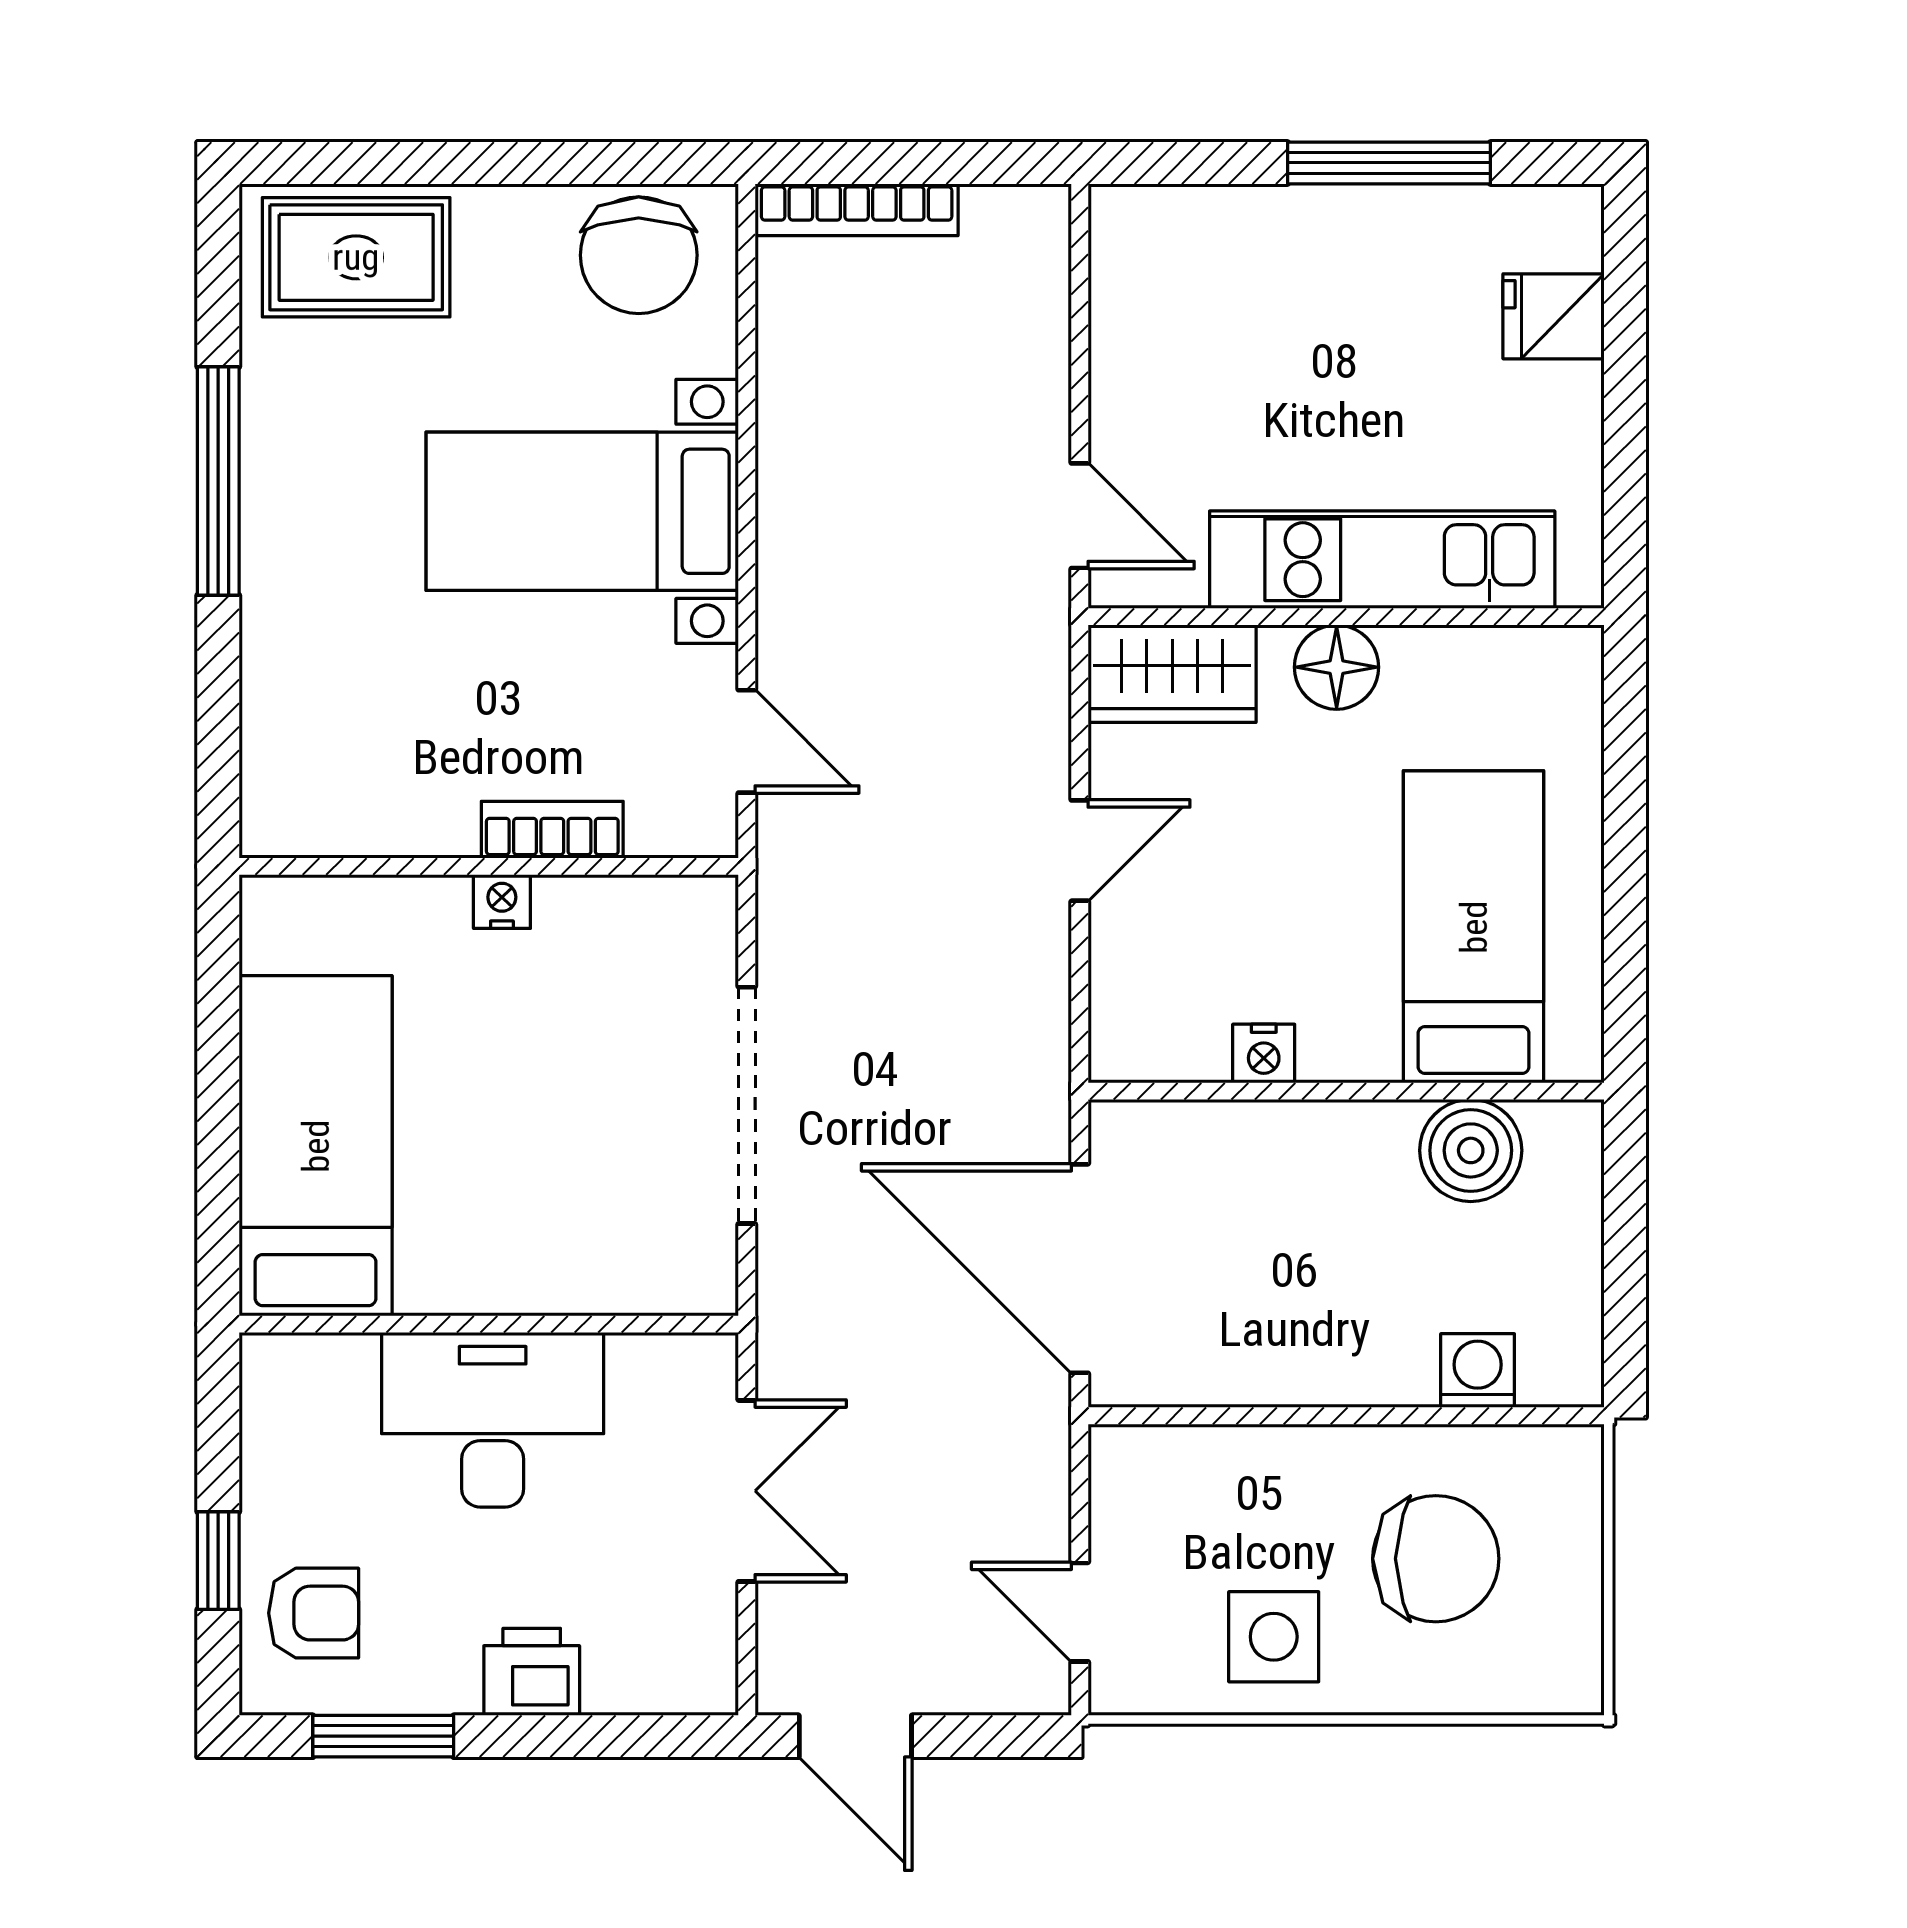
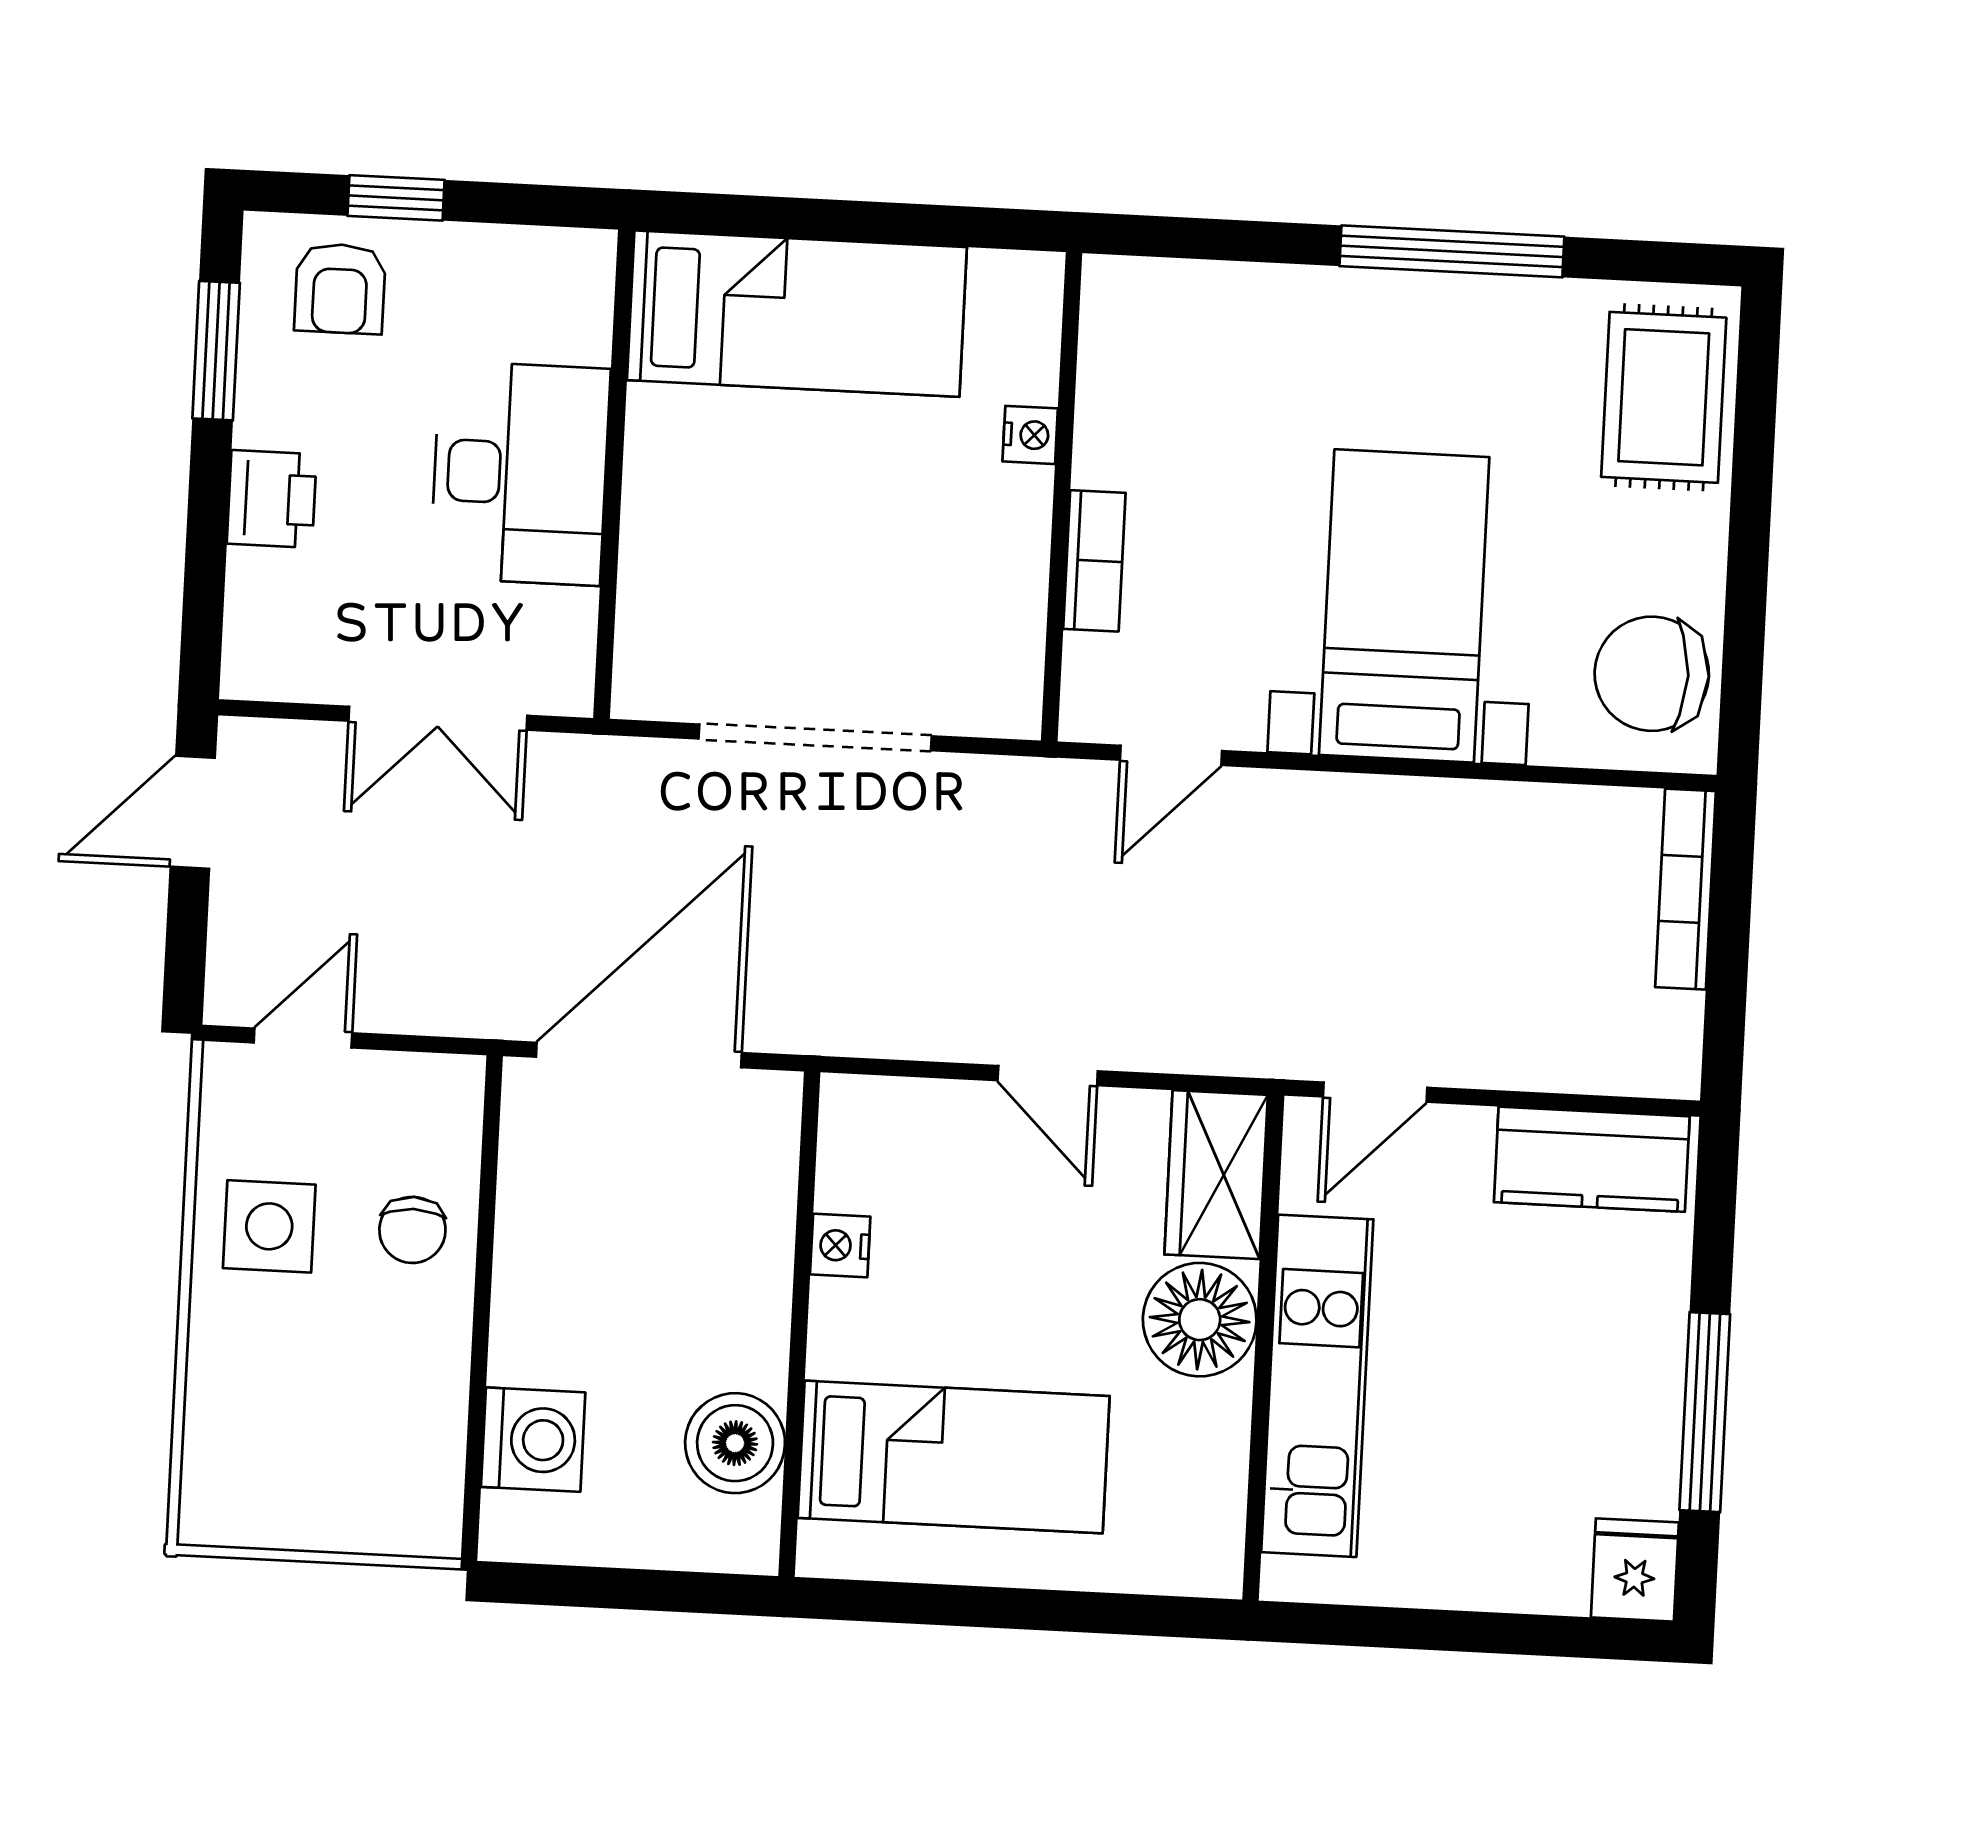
kitchen counter: (1137, 291) -> (1592, 1159), added
fridge: (1554, 316) -> (1635, 1570), moved
floor lamp: (1337, 667) -> (1200, 1320), width x1.38, depth x1.38
nightstand: (502, 902) -> (1030, 435), moved
washing machine: (1478, 1371) -> (533, 1440), width x1.38, depth x1.38
chair: (1436, 1559) -> (412, 1230), moved, width x0.54, depth x0.54

